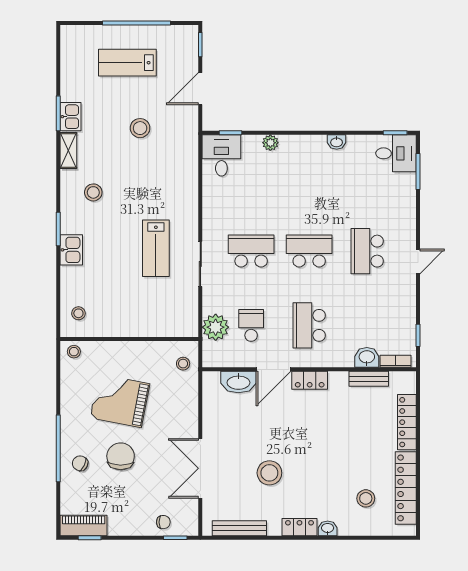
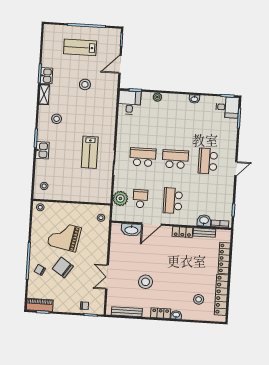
locker: (310, 380) -> (182, 232), moved
chair: (121, 456) -> (63, 267), turned -57
double door: (200, 468) -> (107, 277), width x0.73

